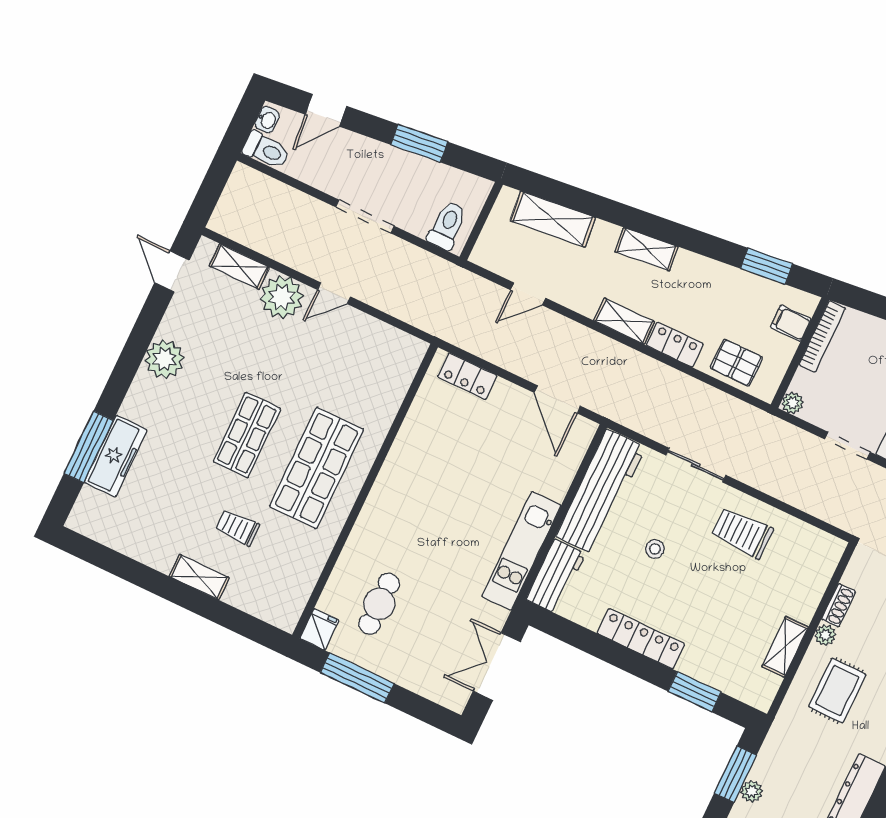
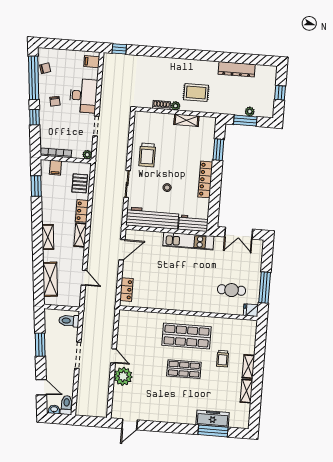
shelving: (239, 267) -> (246, 391), moved
plant: (164, 359) -> (166, 414), removed

